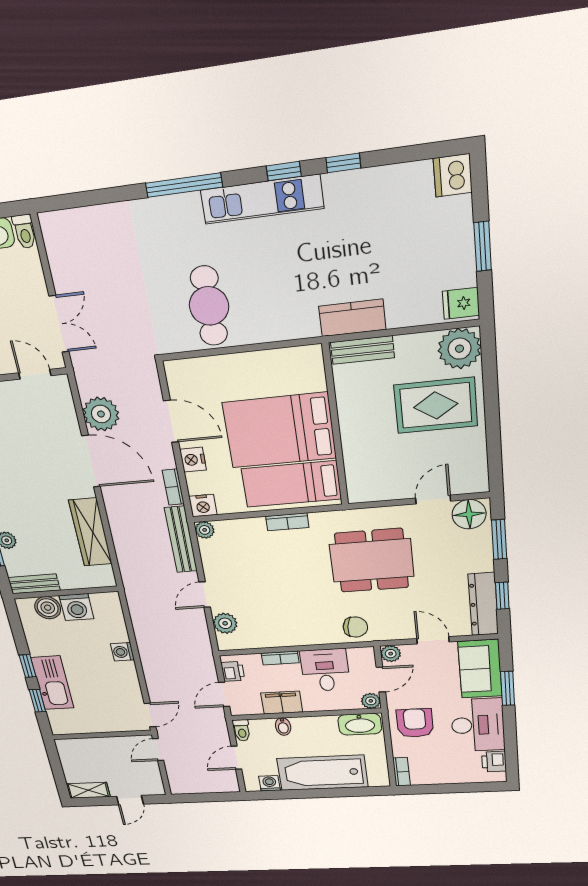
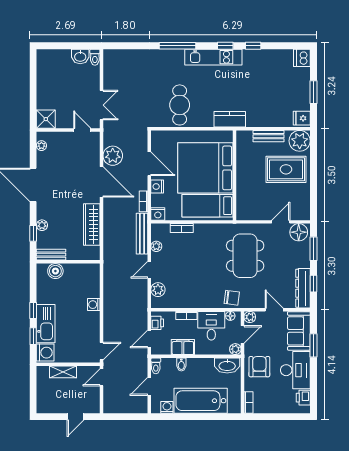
kitchen counter: (352, 318) -> (230, 119), moved
bench: (362, 350) -> (268, 136), moved
bed: (279, 430) -> (205, 168), width x1.36
bookcase: (287, 522) -> (182, 228), moved
plant: (205, 530) -> (156, 246), moved
dining table: (372, 560) -> (245, 256), turned 90
washing machine: (76, 607) -> (45, 353), moved, turned -90
floor lamp: (356, 654) -> (230, 316), added
shelving: (88, 790) -> (63, 372), moved

